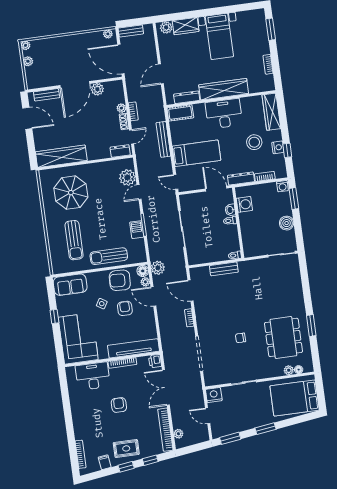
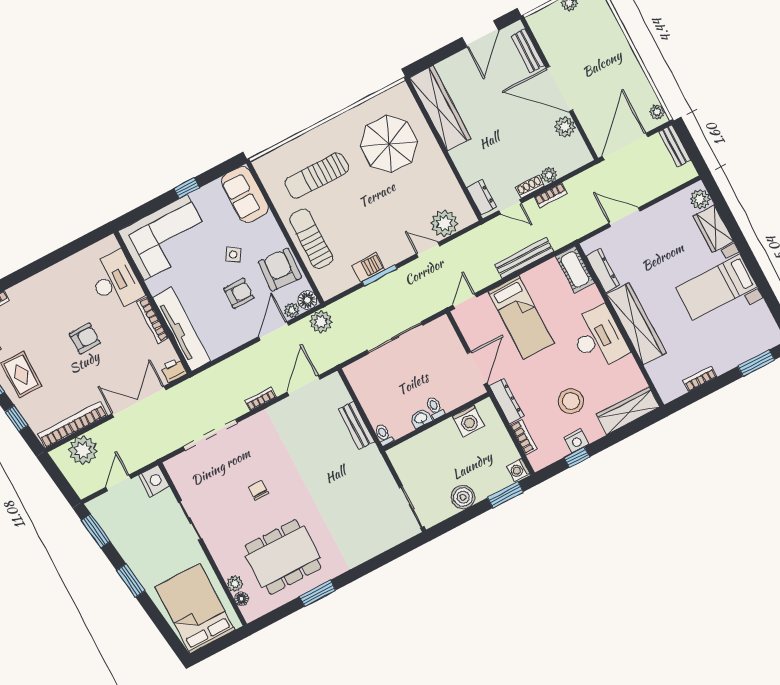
washbasin: (230, 210) -> (421, 418), moved
plant: (178, 434) -> (83, 450), width x1.87, depth x1.87

